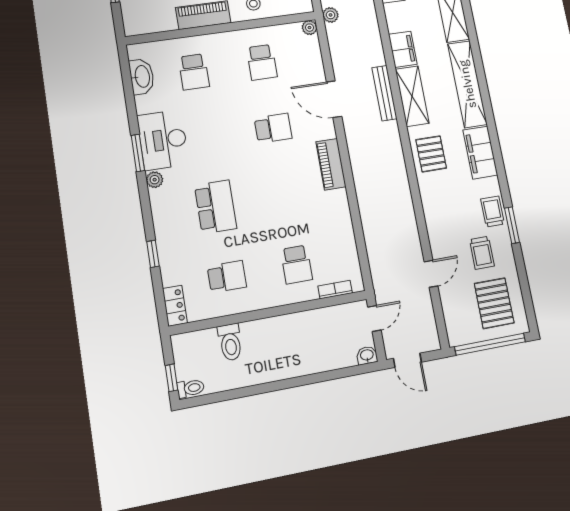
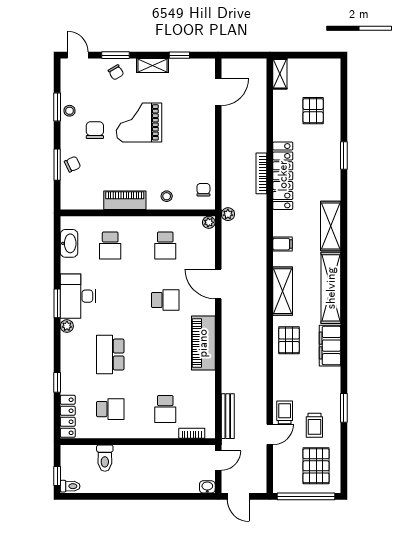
filing cabinet: (403, 49) -> (283, 244), width x0.50
bench: (384, 93) -> (228, 416), moved
piano: (331, 164) -> (203, 343), width x1.37, depth x1.33
school desk: (216, 207) -> (110, 355), turned 180
trolley: (492, 212) -> (285, 412), moved
locker: (175, 306) -> (68, 416), width x1.53

